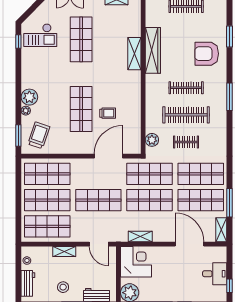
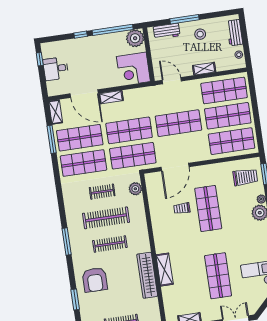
armchair: (207, 54) -> (95, 280), turned 90
trolley: (39, 135) -> (245, 177), turned -109
shelving: (140, 237) -> (111, 97), moved

